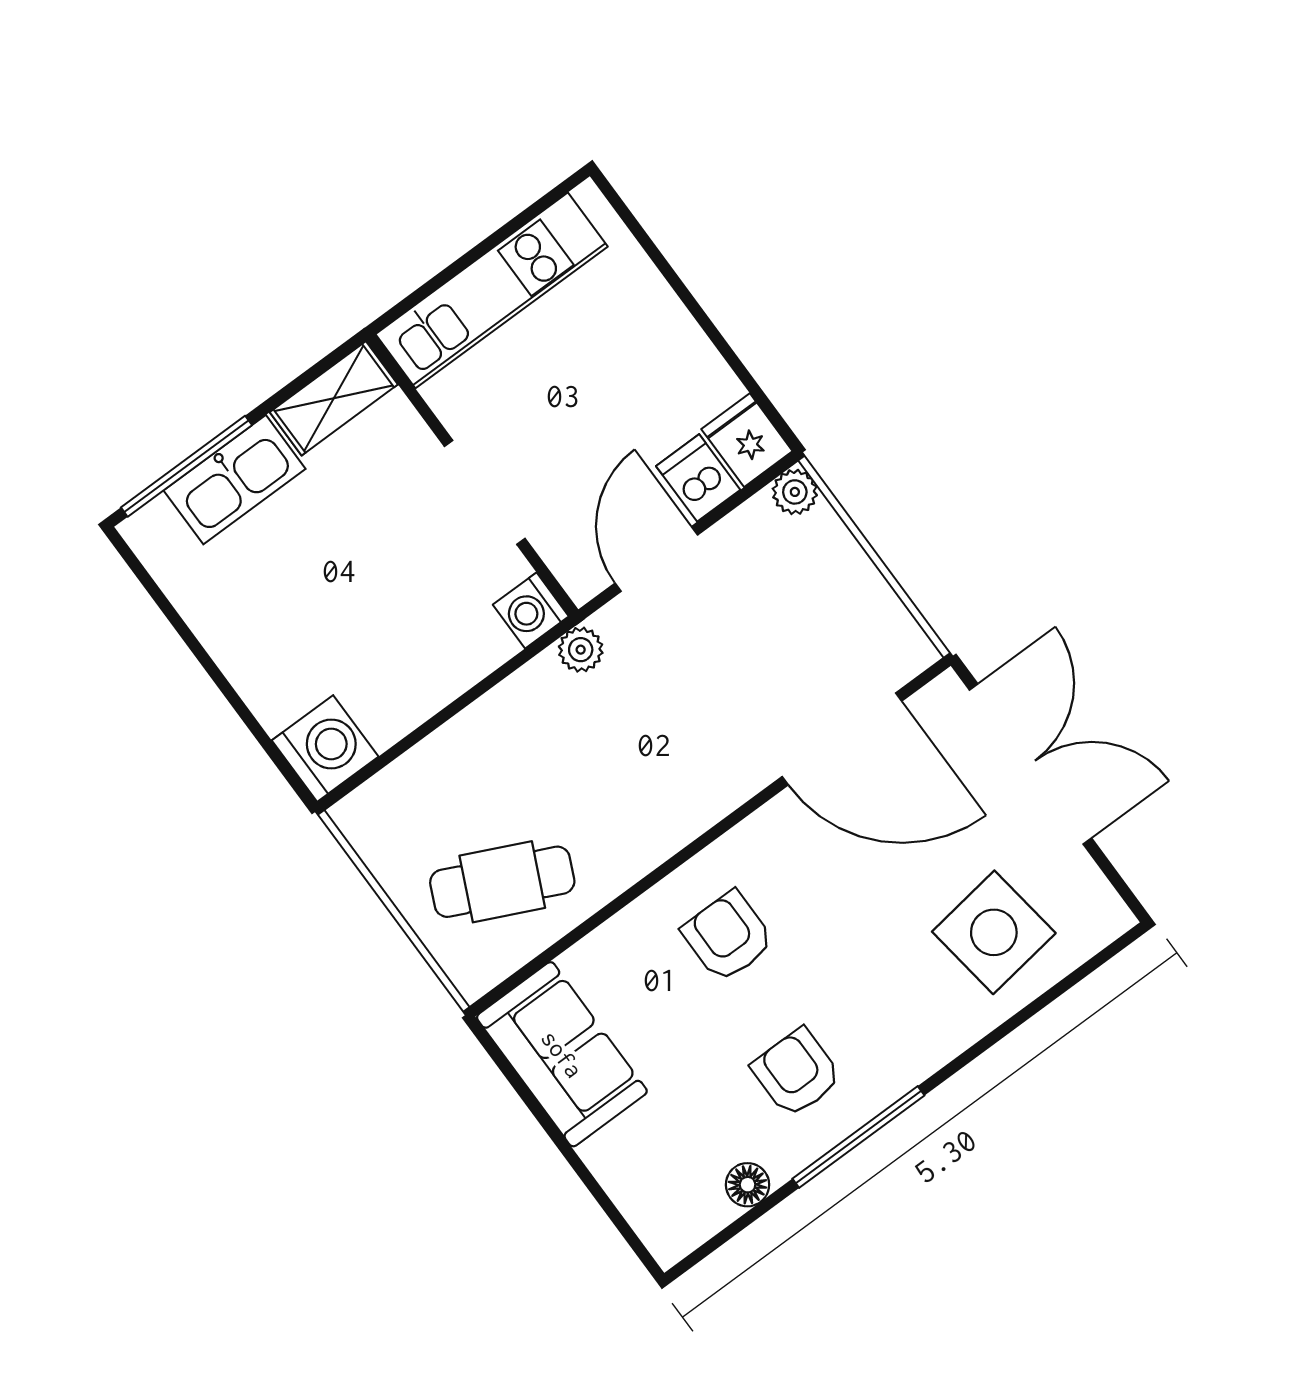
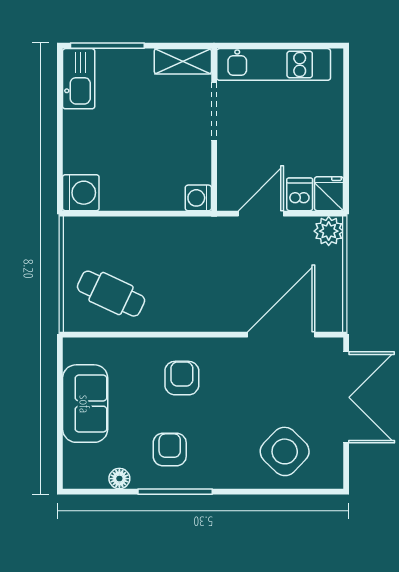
kitchen sink: (235, 480) -> (79, 79), moved, turned -90
doorway: (485, 492) -> (214, 111), moved
plant: (795, 492) -> (329, 231), width x1.38, depth x1.38
plant: (581, 650) -> (206, 227), removed
door: (842, 739) -> (281, 335), swing flipped
side table: (994, 932) -> (285, 451), turned -38
sofa: (562, 1054) -> (85, 404), moved

